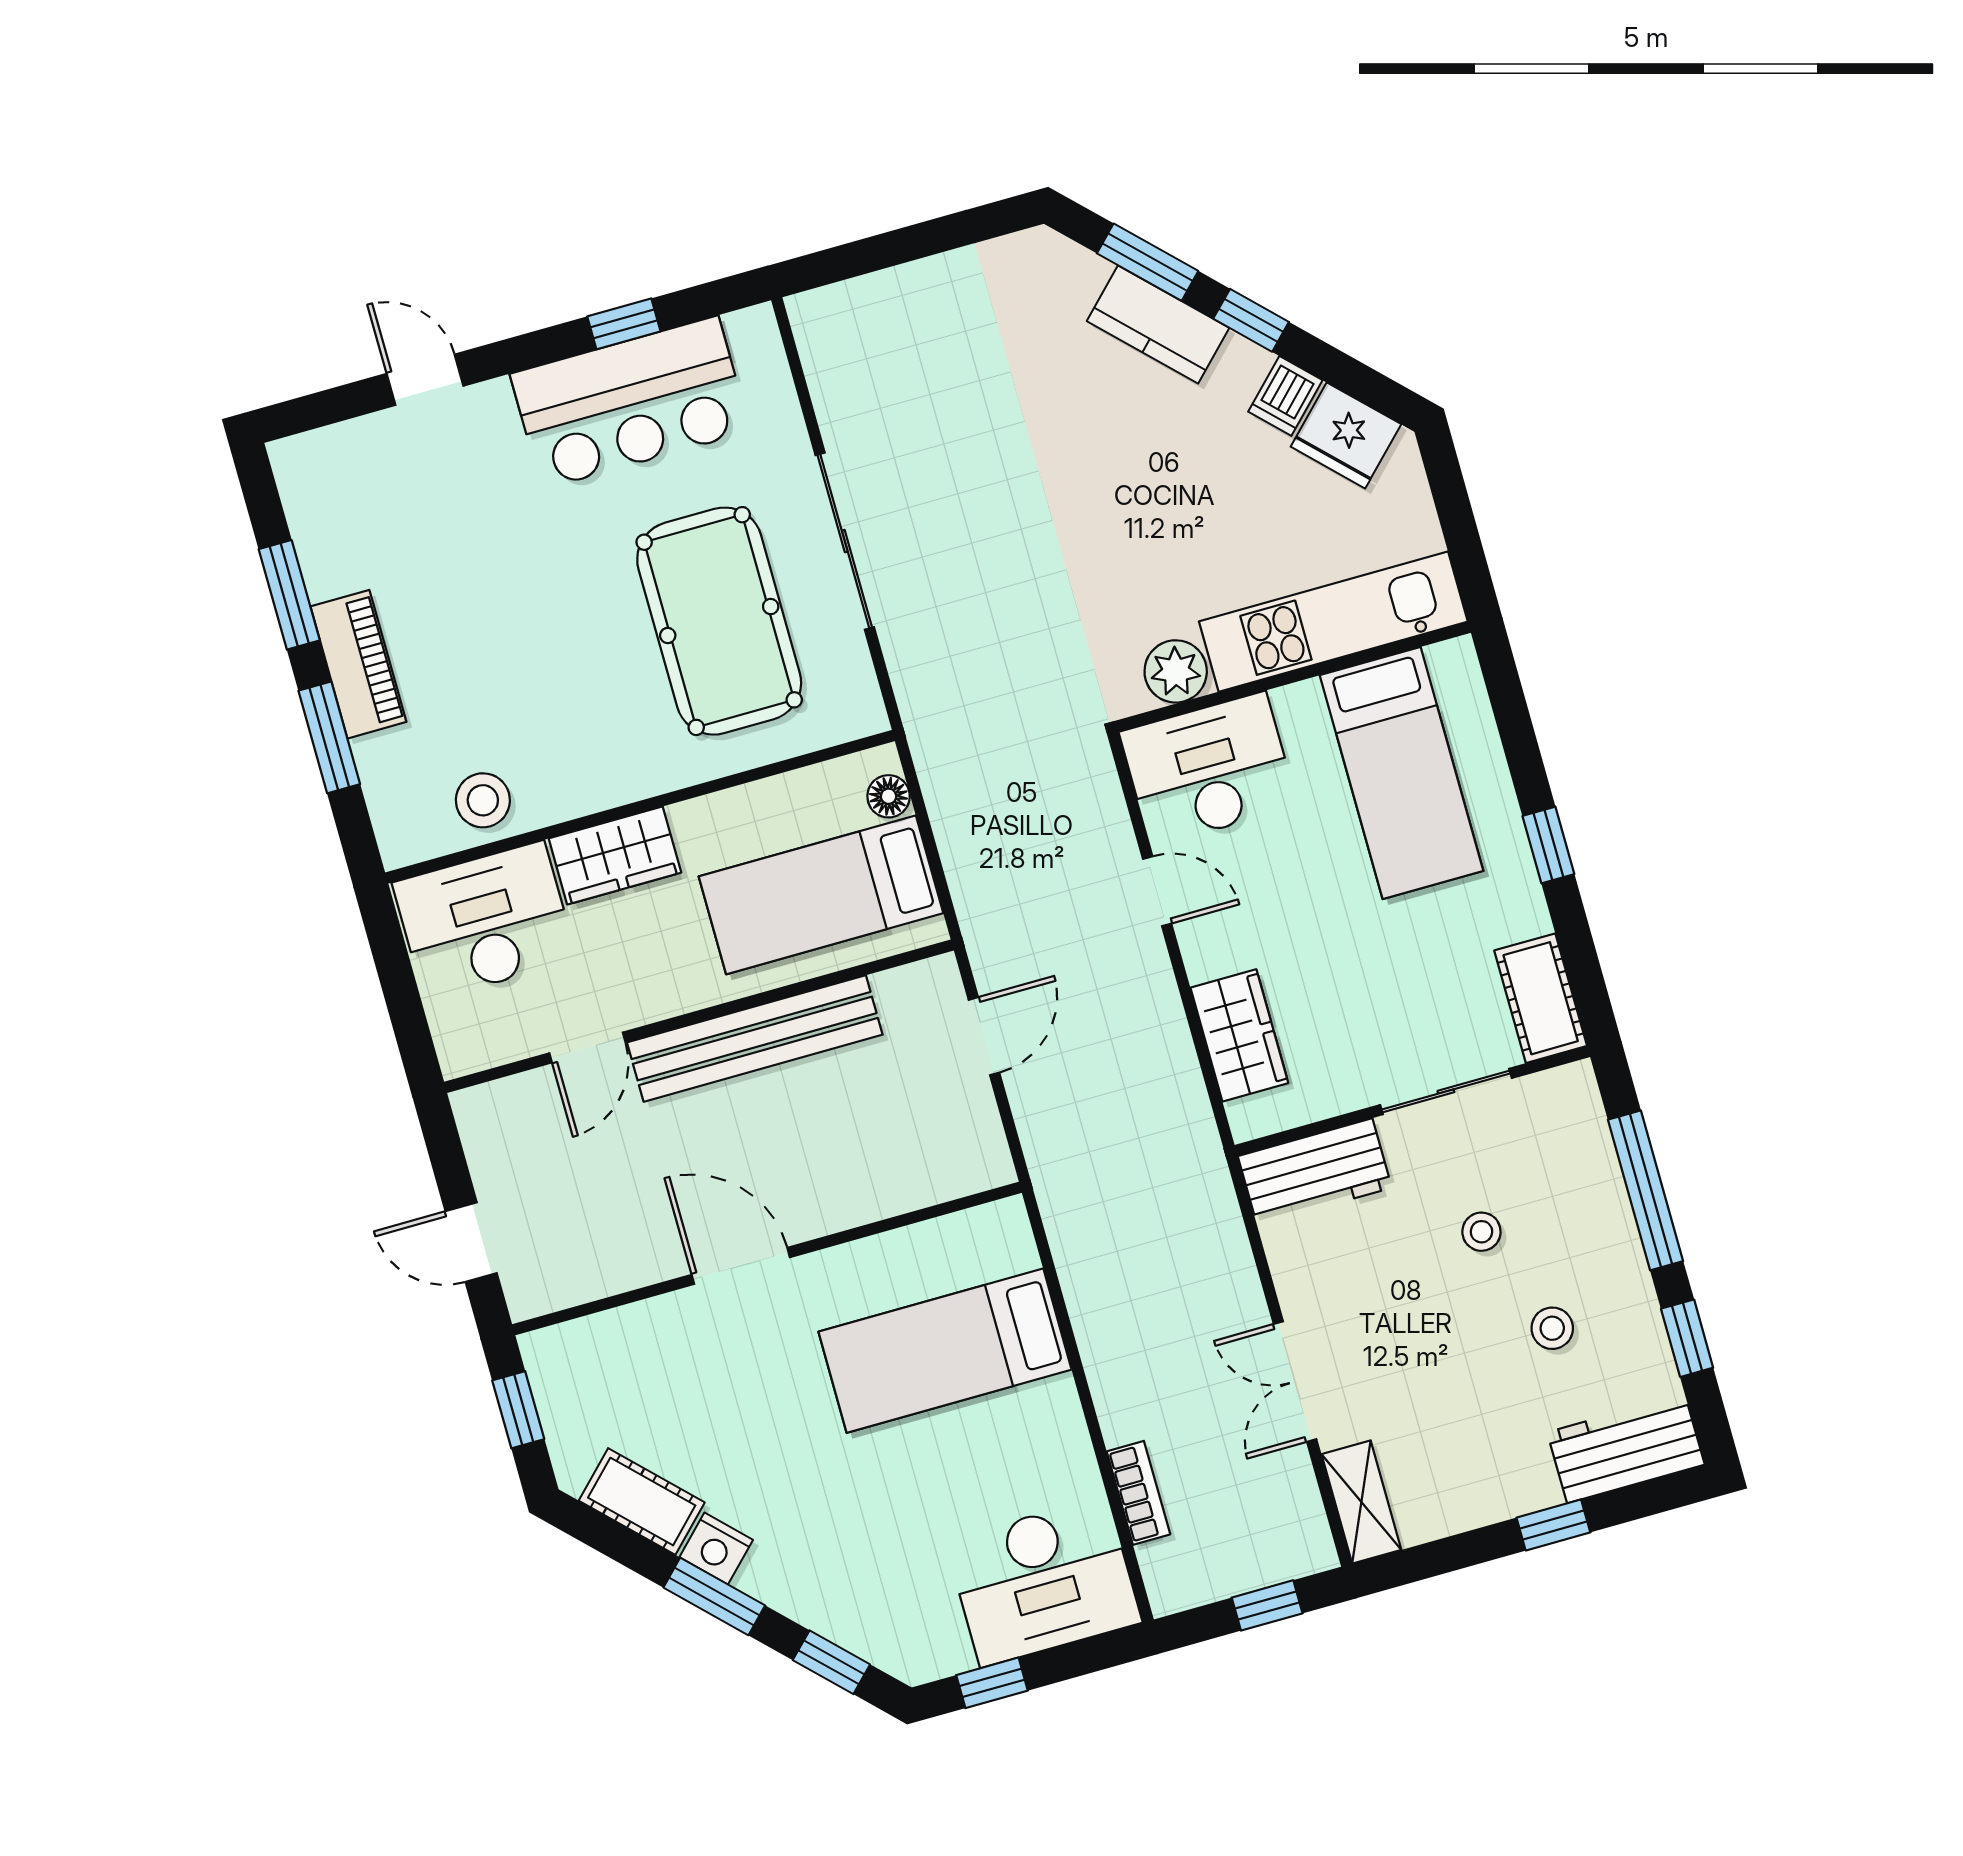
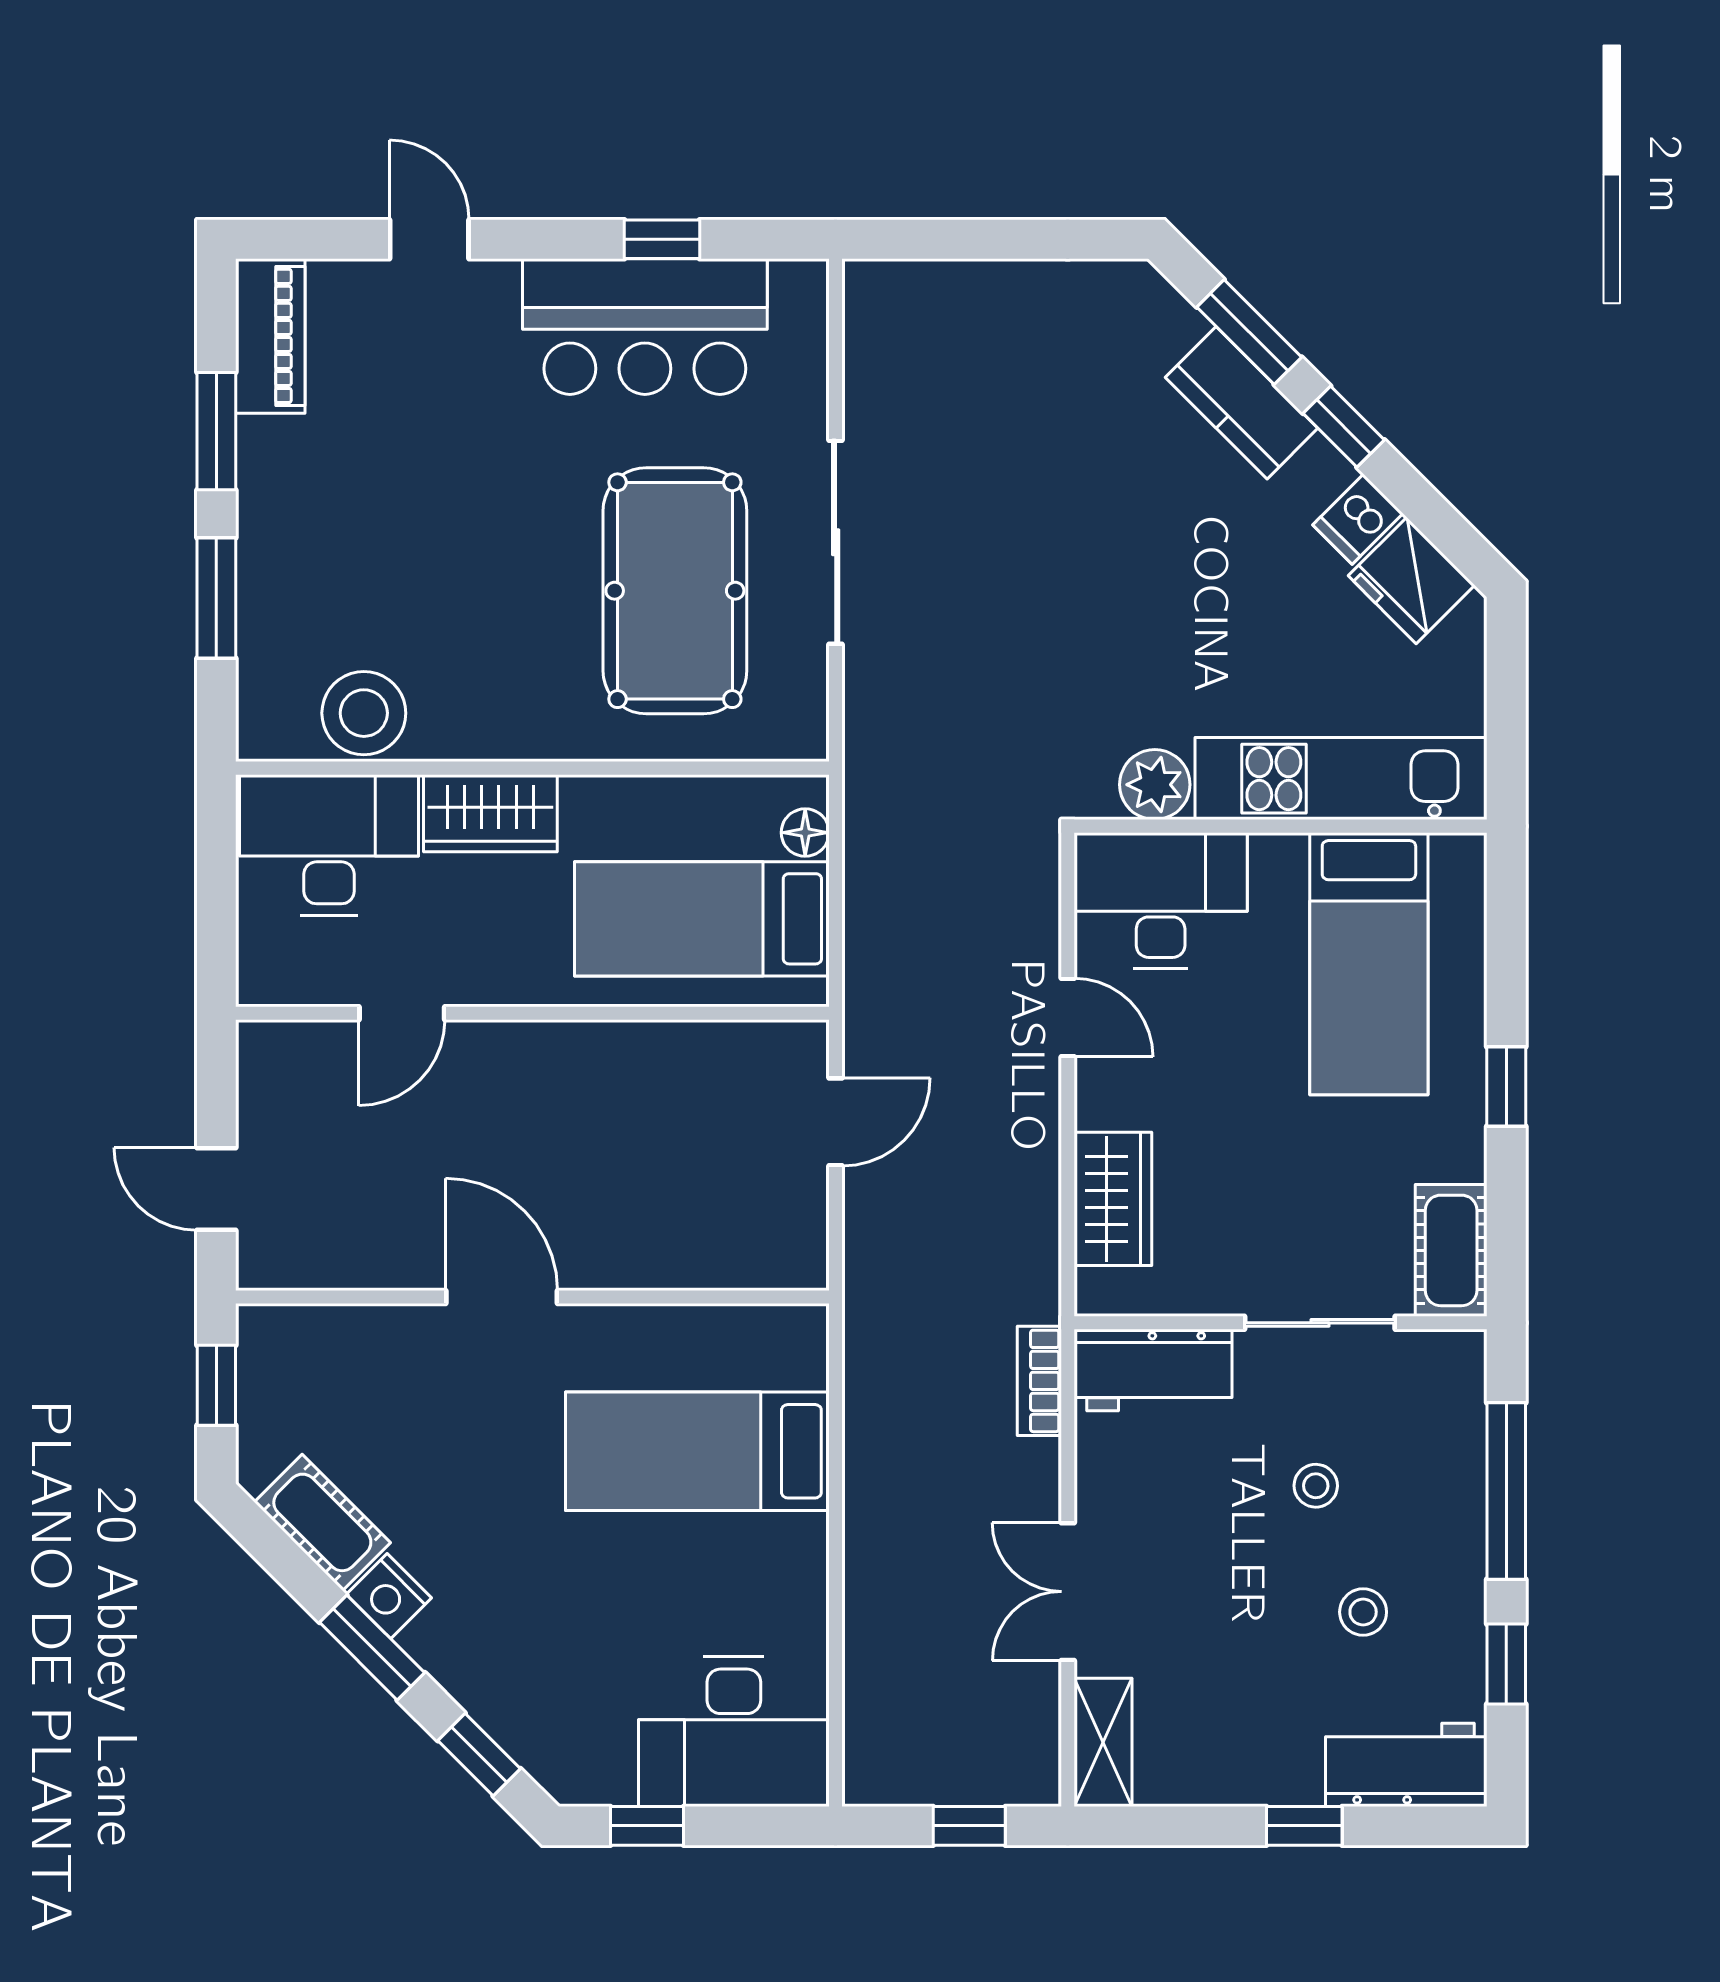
piano: (358, 664) -> (270, 336), moved
stool: (483, 800) -> (364, 713), width x1.38, depth x1.38
bench: (755, 1038) -> (586, 1054), removed
bookcase: (1138, 1493) -> (1039, 1381), moved, turned 180

